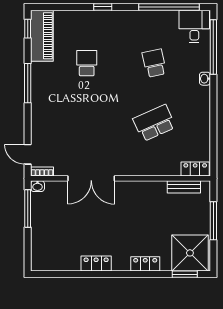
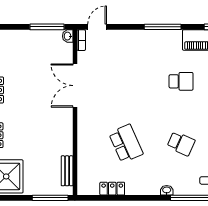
school desk: (154, 63) -> (181, 144), turned 36
locker: (195, 169) -> (112, 189), moved, turned -90
window: (213, 221) -> (50, 198), moved

